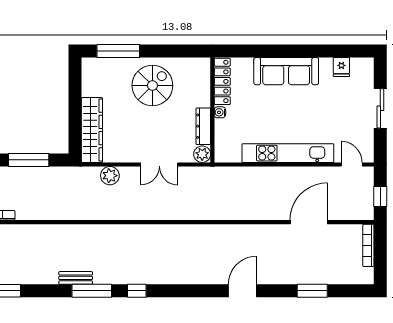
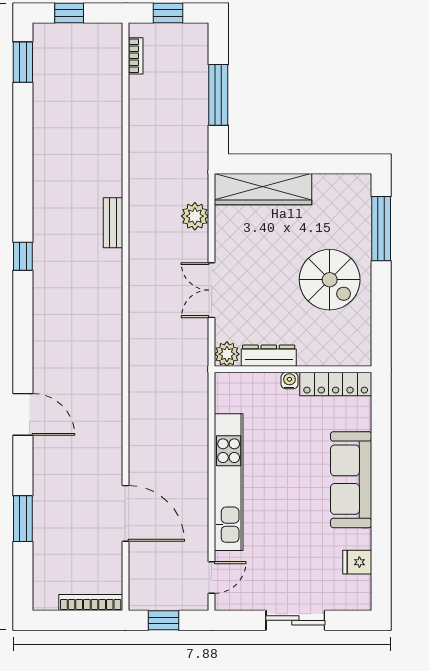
bench: (76, 278) -> (113, 223), moved
window: (92, 291) -> (23, 189), removed

